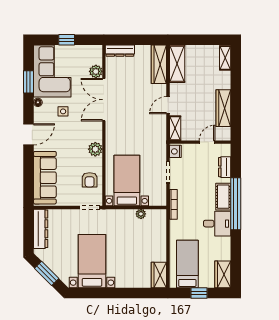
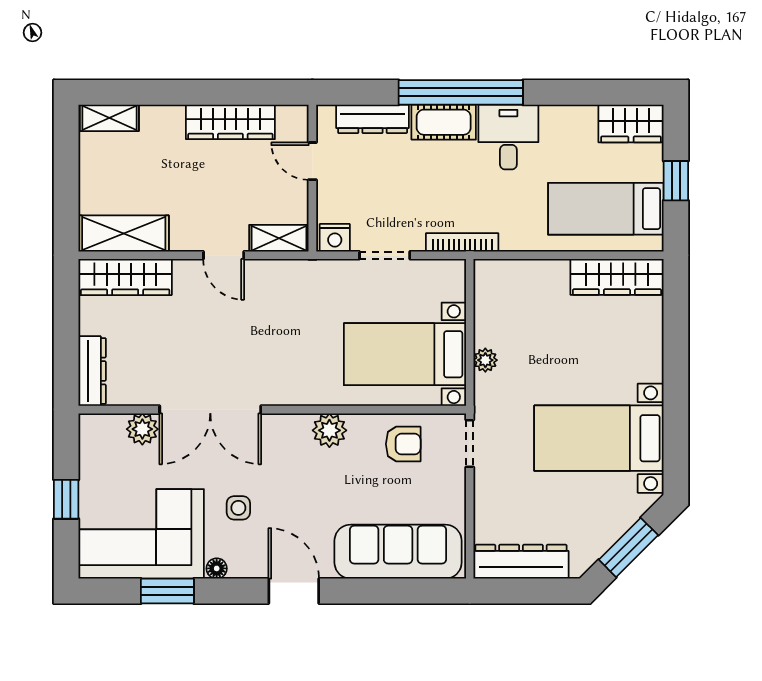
dresser: (225, 167) -> (373, 119), width x1.44
plant: (141, 214) -> (485, 360), moved
wardrobe: (159, 275) -> (617, 277), width x1.50

